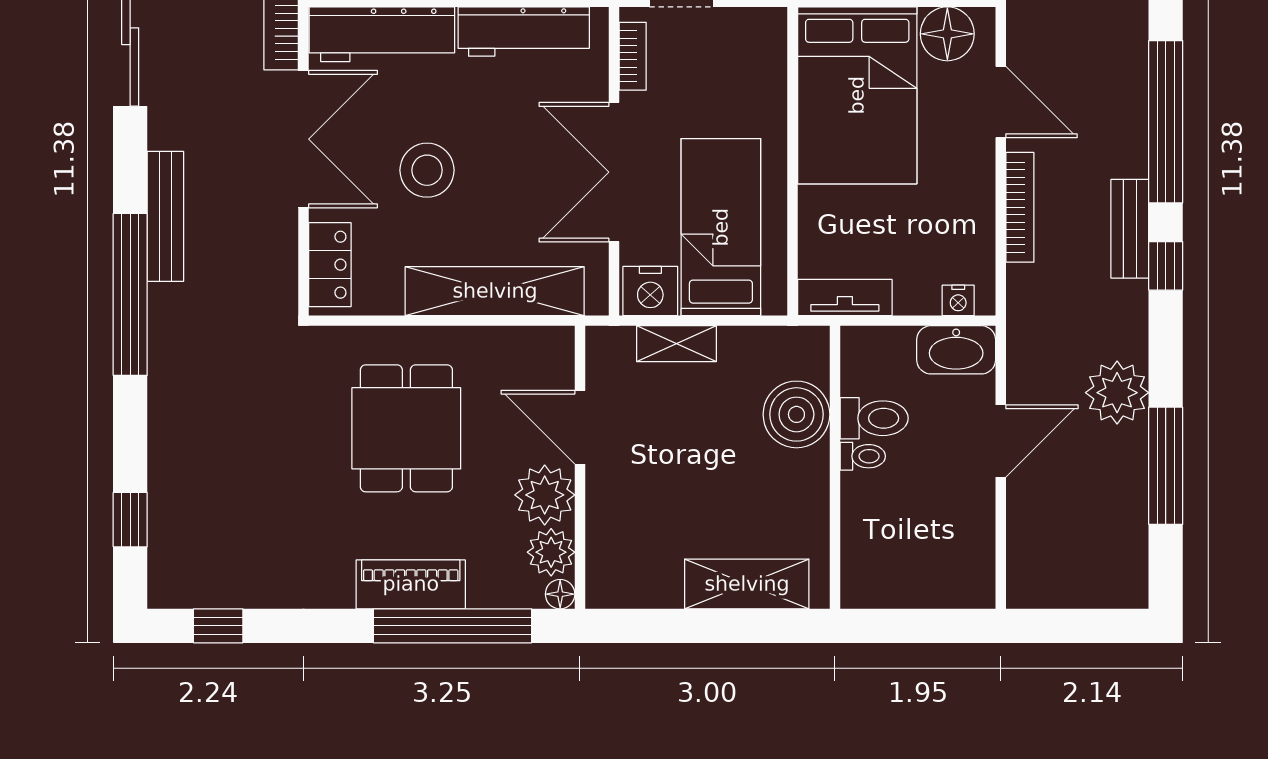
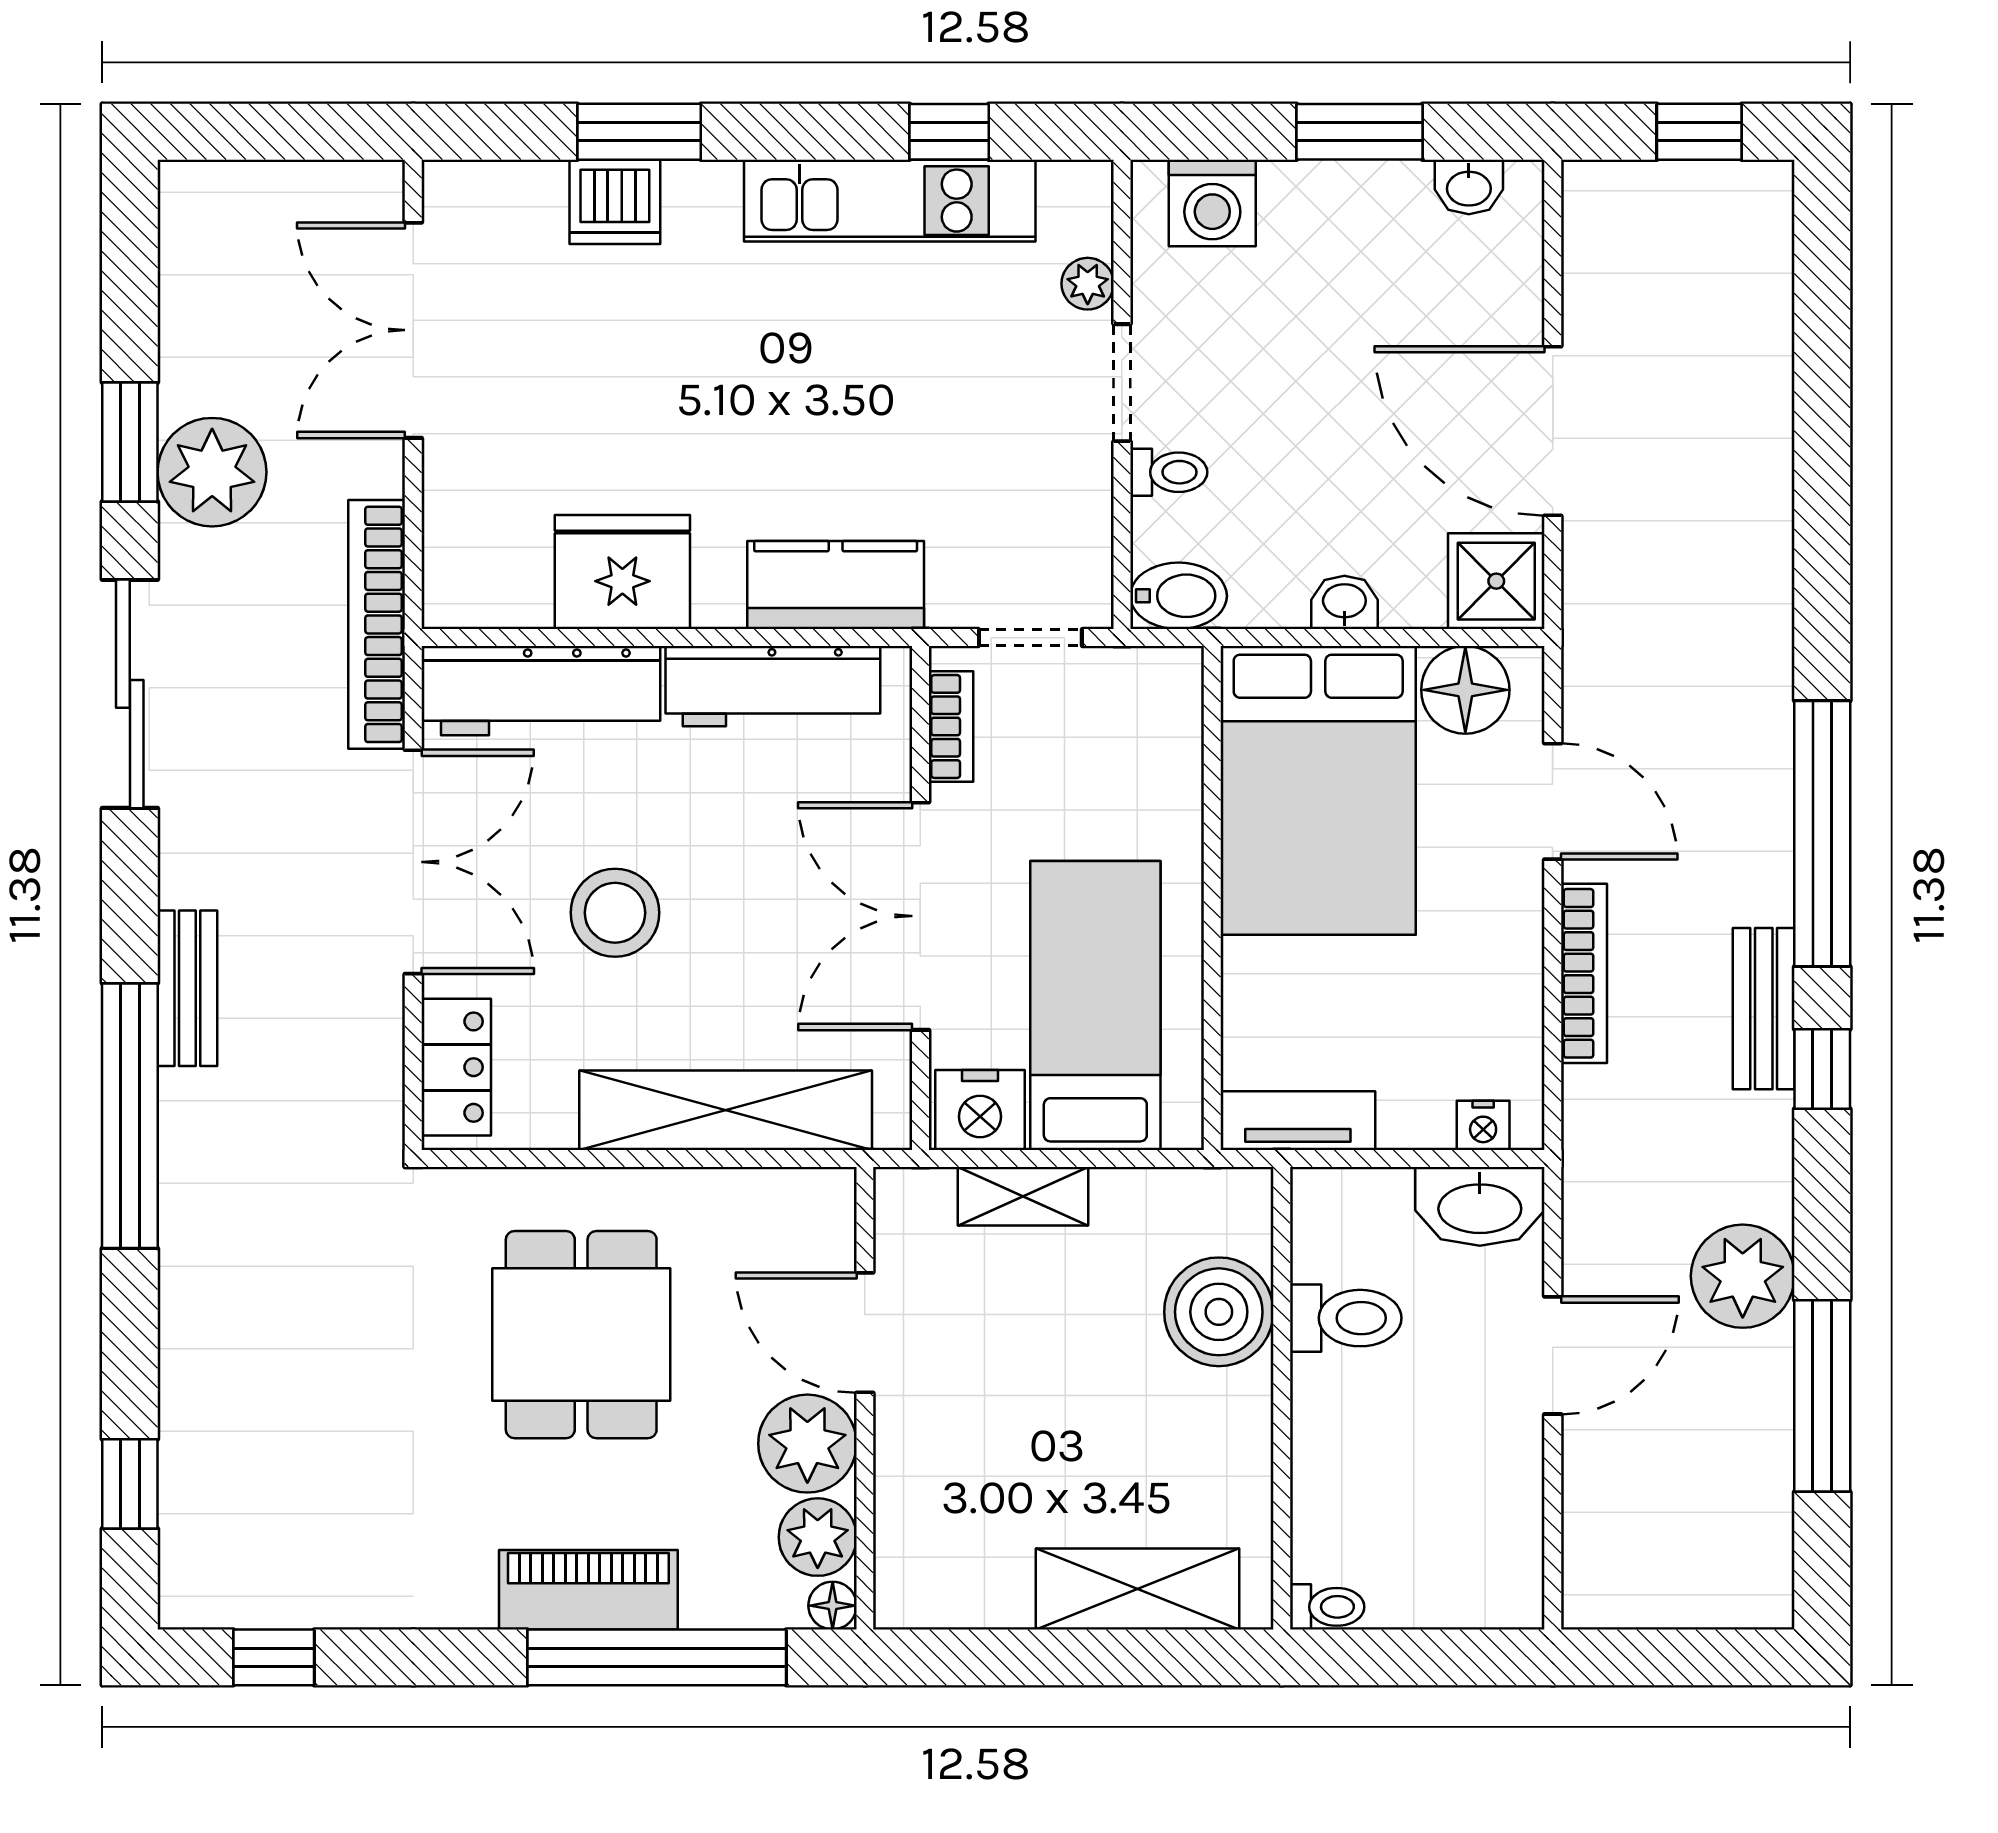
bench: (165, 216) -> (187, 988), width x0.73
toilet: (863, 456) -> (1327, 1607), moved

